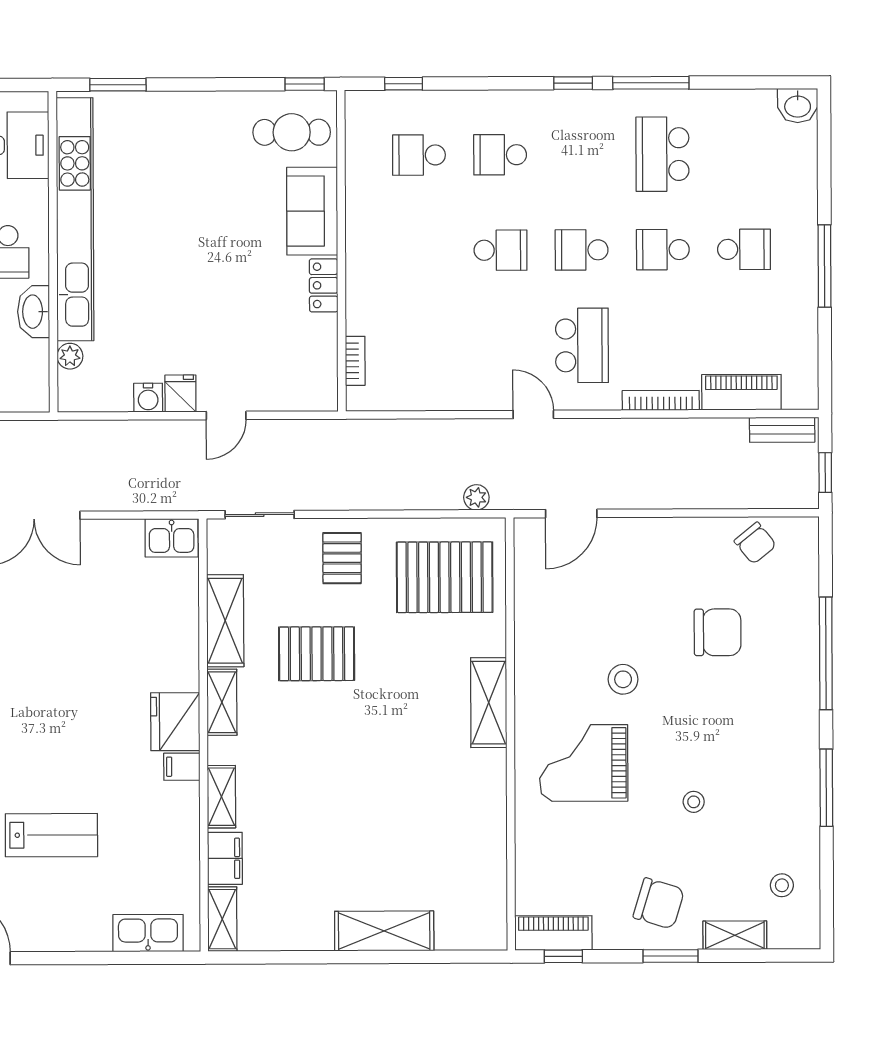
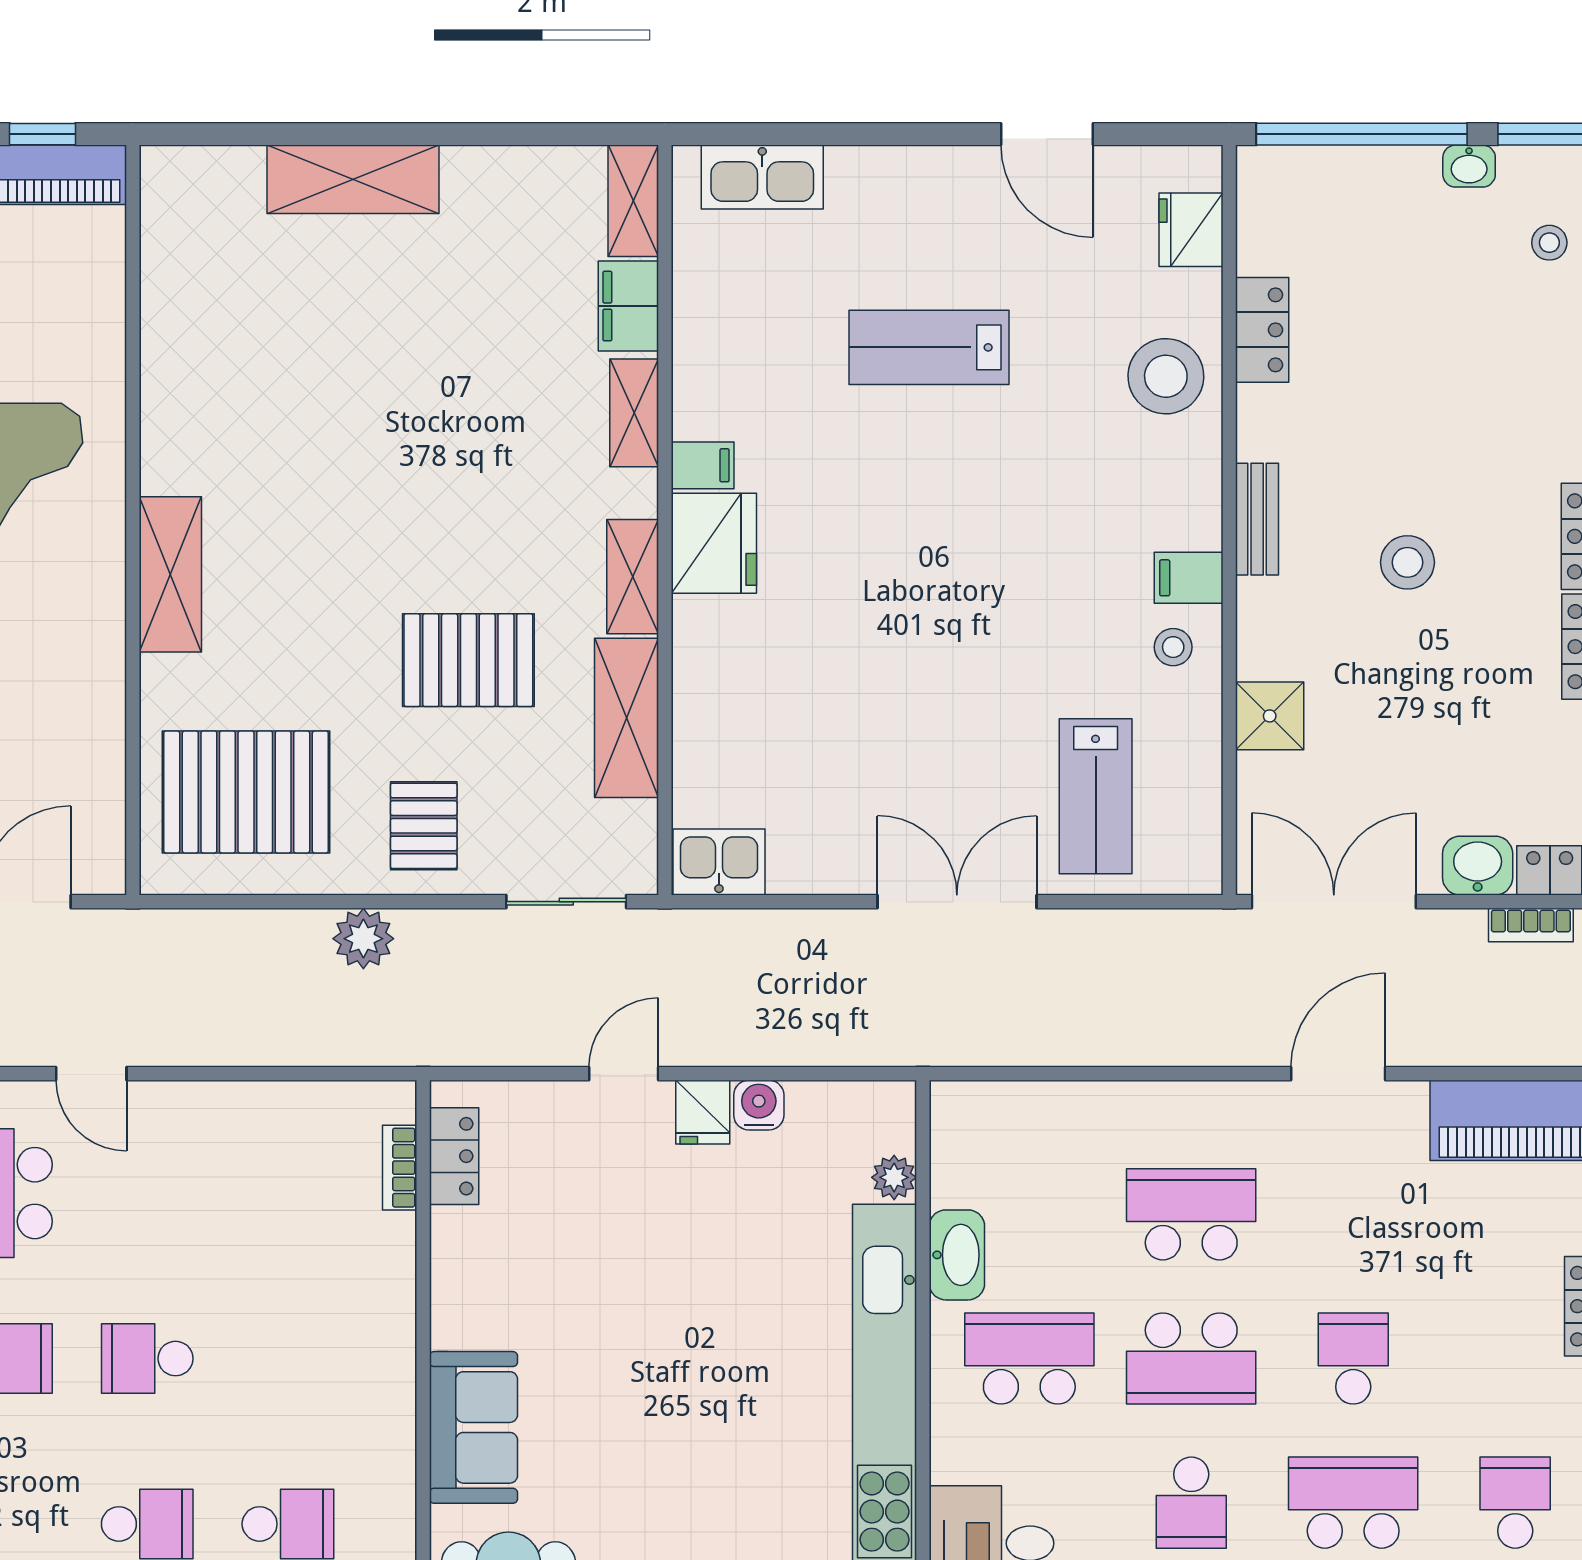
locker: (324, 285) -> (454, 1156), moved
plant: (476, 497) -> (363, 939), moved, width x1.38, depth x1.38

